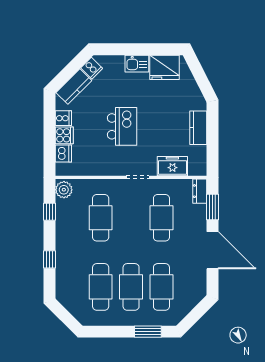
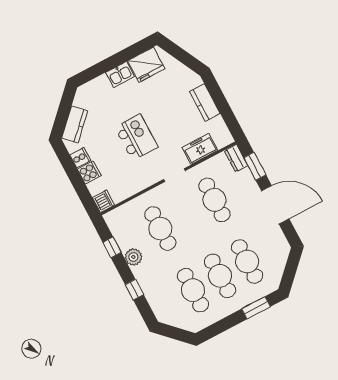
cooker: (92, 68) -> (82, 100), removed
dishwasher: (63, 154) -> (103, 201), moved
plant: (64, 190) -> (133, 257), moved

